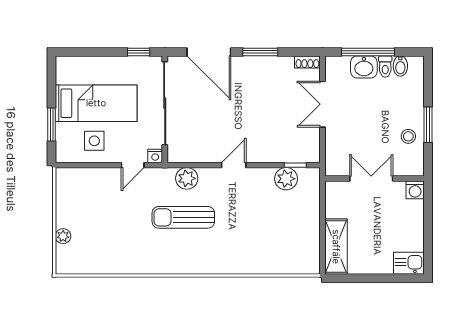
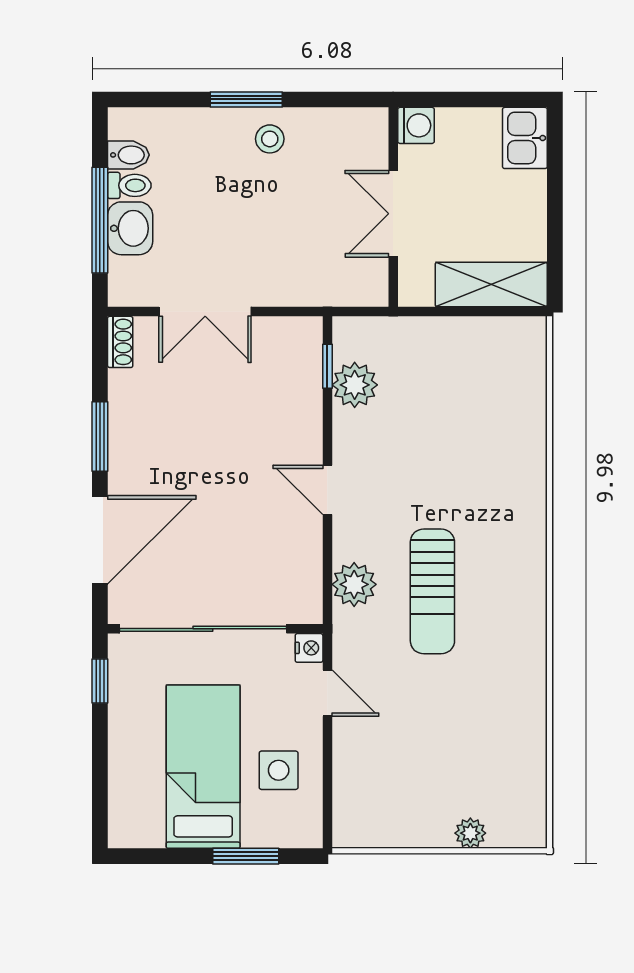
double door: (371, 179) -> (393, 214), moved
wall: (374, 179) -> (393, 207), moved
washing machine: (415, 190) -> (416, 125), moved

